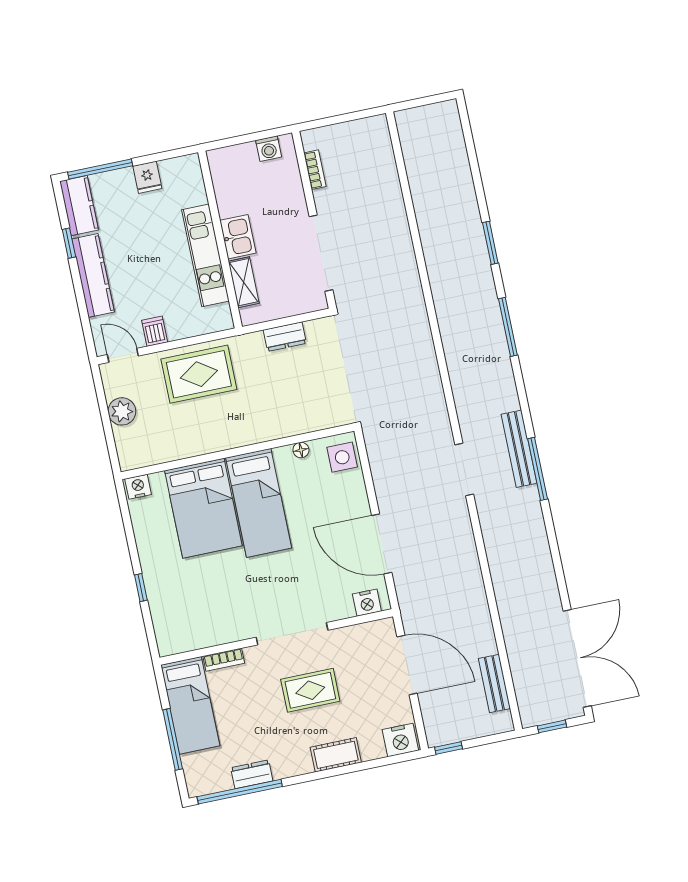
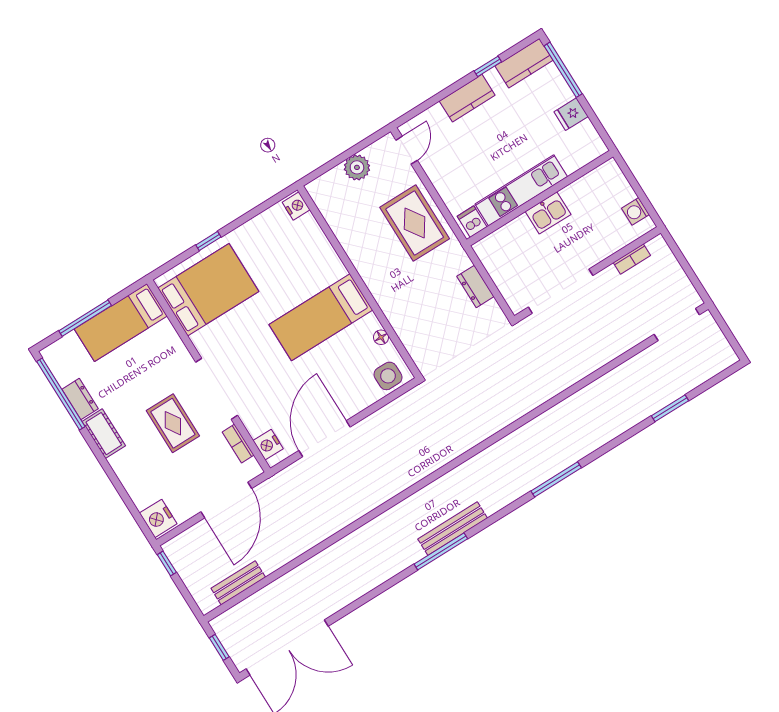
window: (490, 243) -> (670, 408), moved
kitchen counter: (93, 275) -> (467, 98), width x0.67
shelving: (244, 282) -> (510, 233), removed
dishwasher: (155, 331) -> (472, 222), moved, turned -90
doorway: (464, 469) -> (677, 325), moved
bed: (203, 508) -> (208, 290), moved, turned 180
bookcase: (224, 660) -> (238, 443), moved
cot: (336, 755) -> (104, 434), moved

